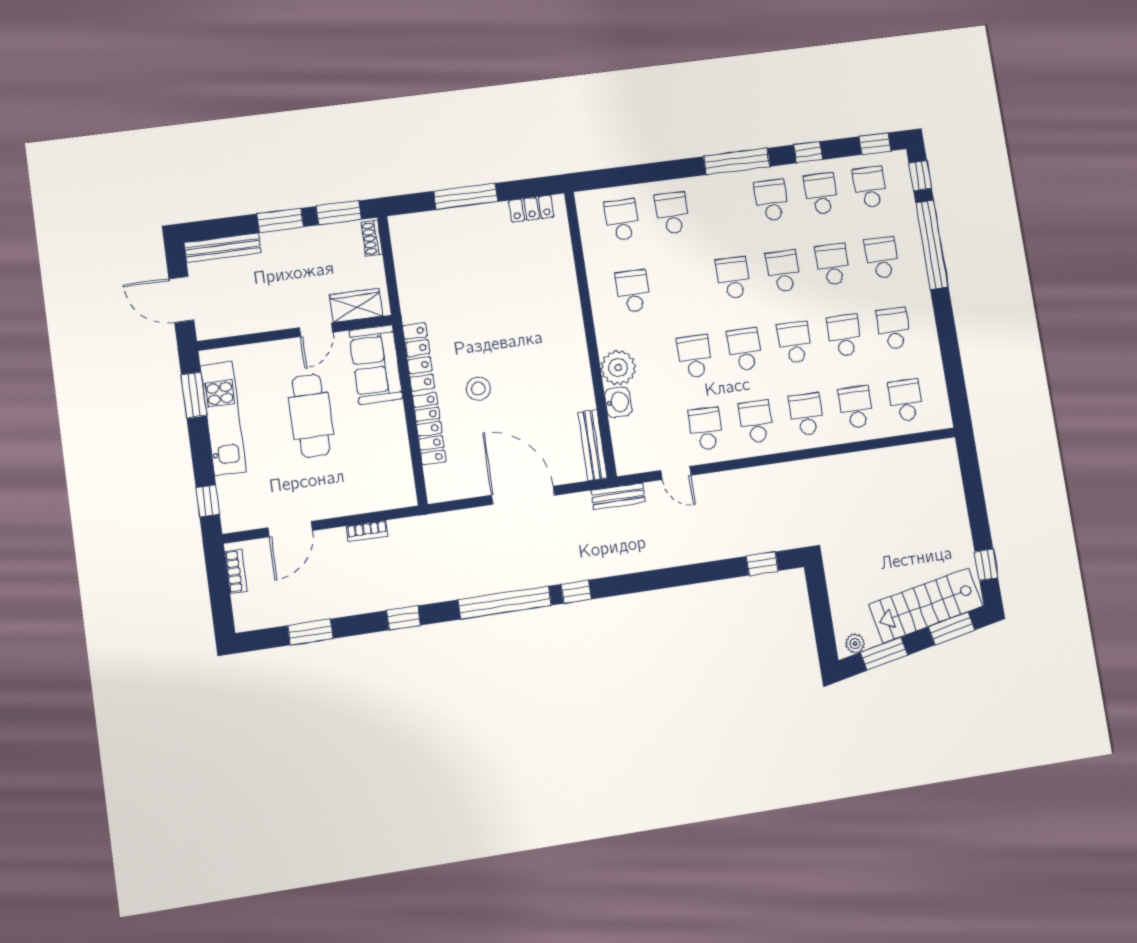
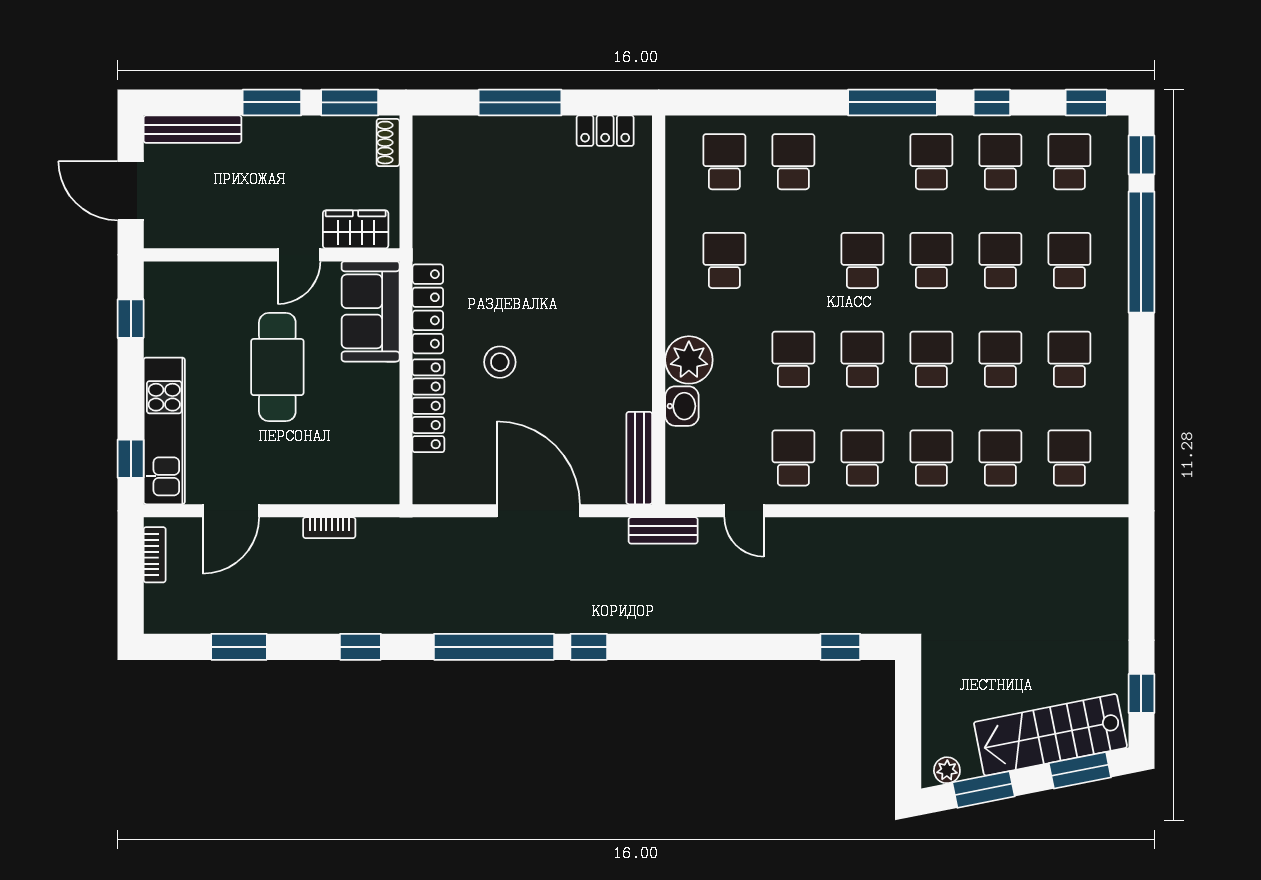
window: (194, 395) -> (131, 319), width x0.67
kitchen unit: (223, 419) -> (164, 431), moved

